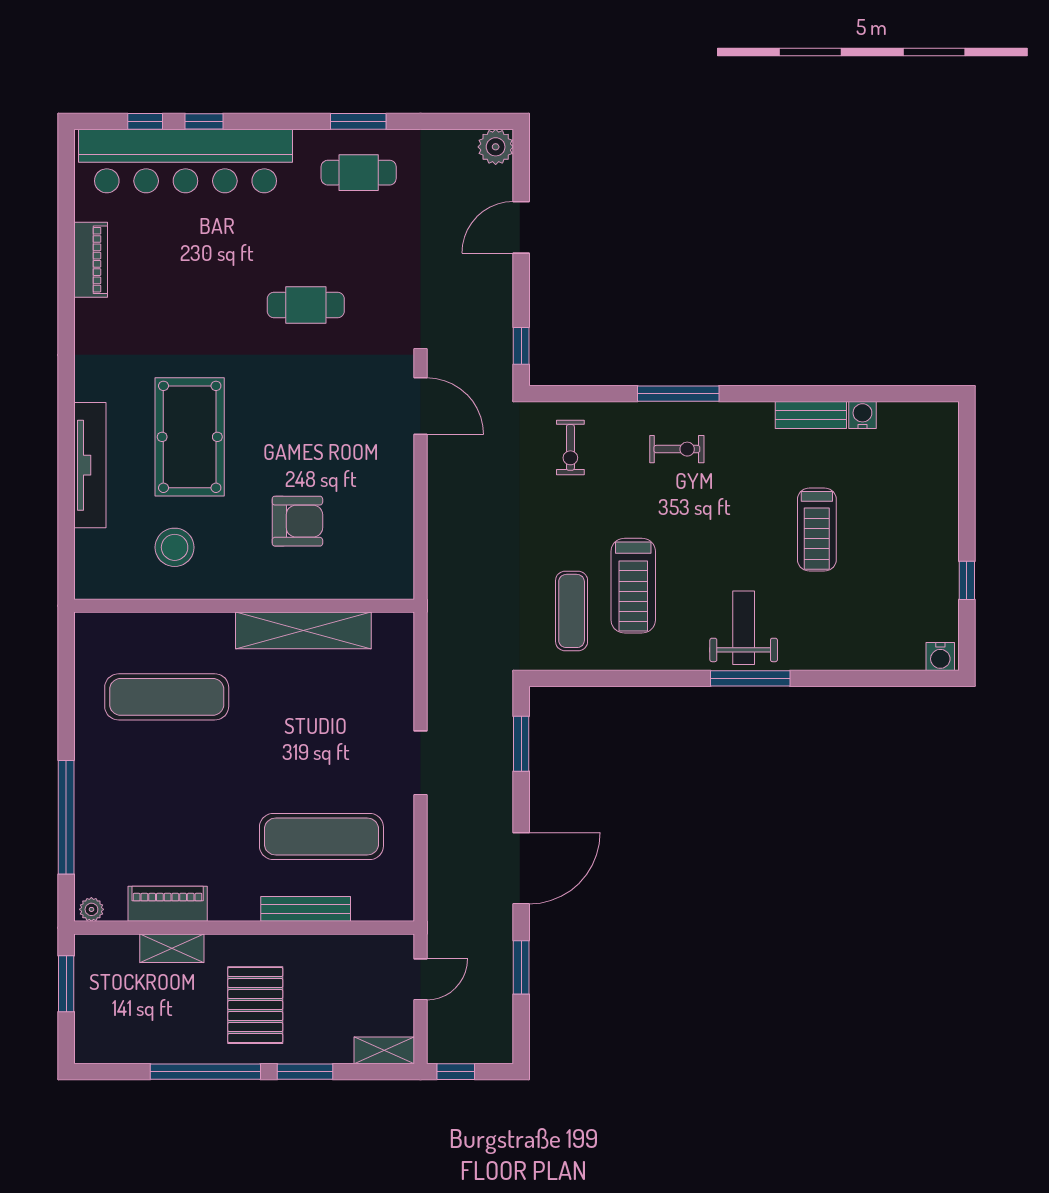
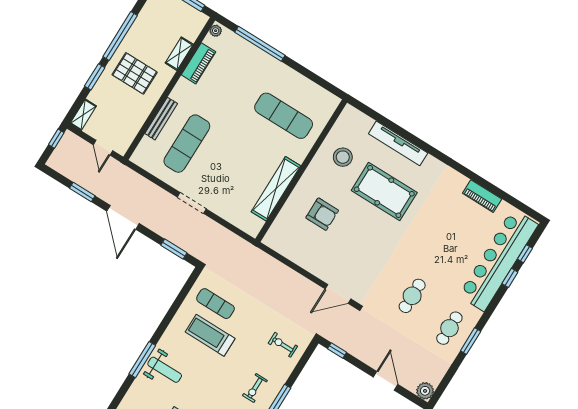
cafe table: (306, 305) -> (412, 296), moved
armchair: (297, 521) -> (322, 214), turned -90
exercise mat: (167, 697) -> (284, 116), turned 90

